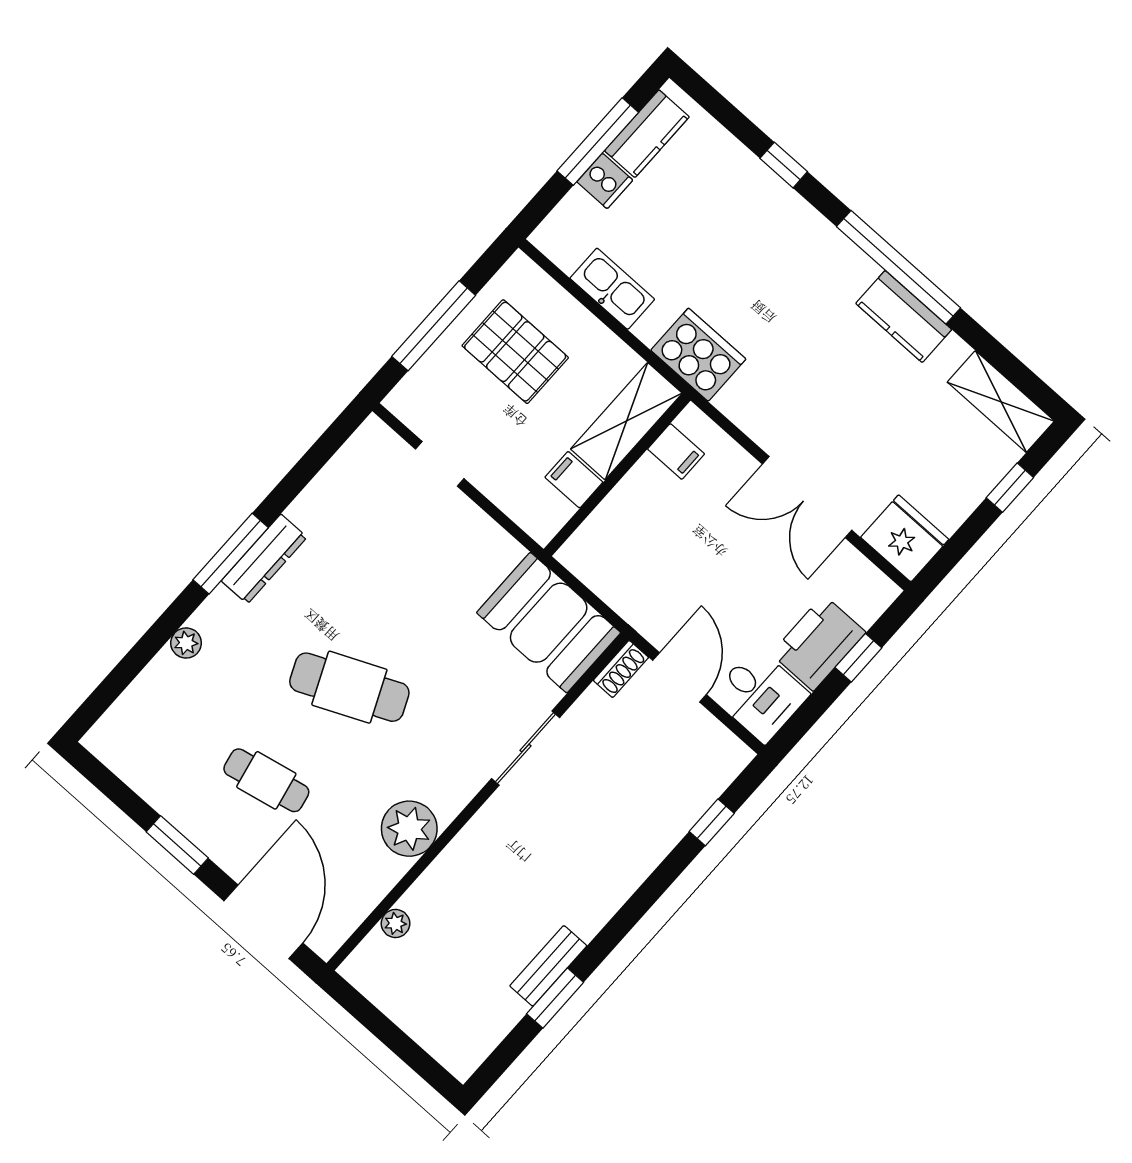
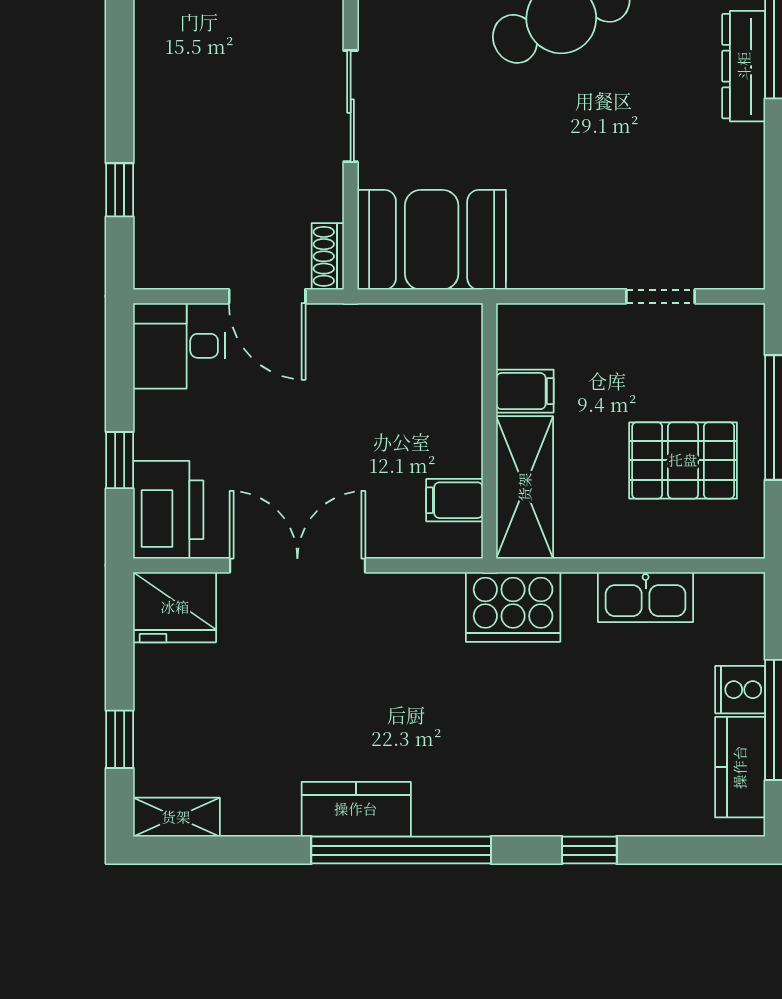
shelving: (1001, 402) -> (176, 817), width x0.67, depth x0.75
printer: (818, 643) -> (168, 510), moved

